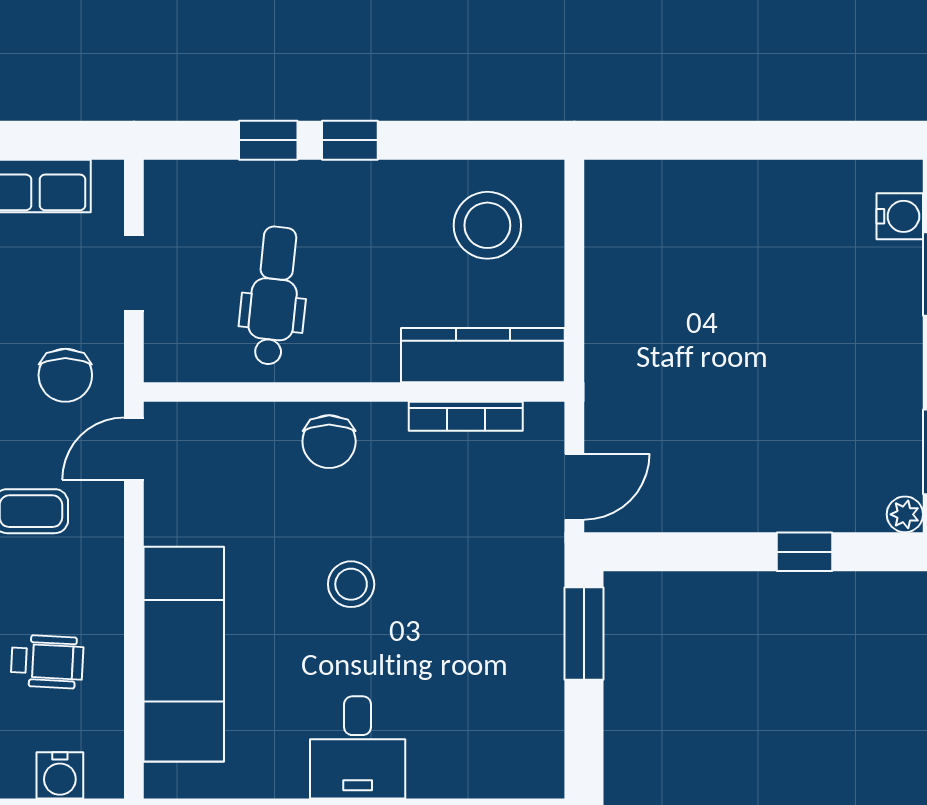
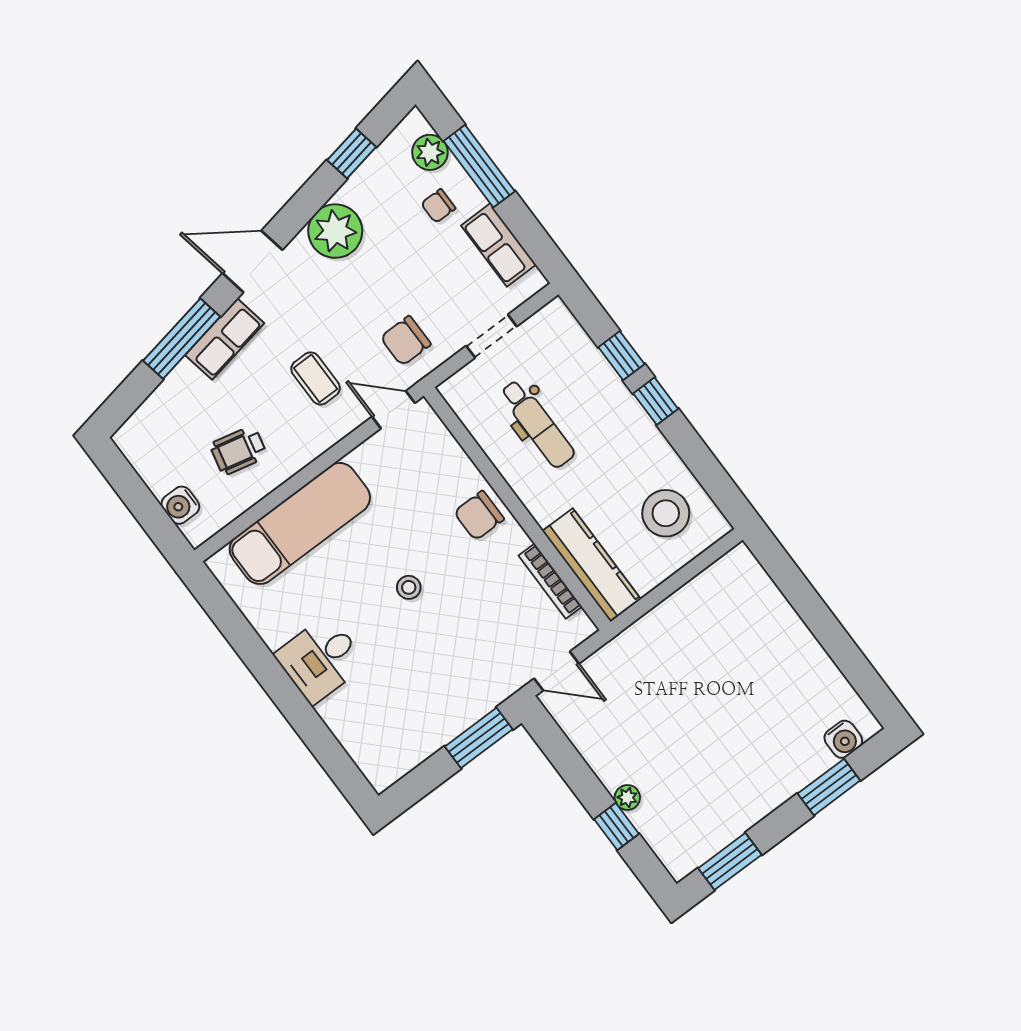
dental chair: (274, 296) -> (537, 424), turned 84
plant: (905, 514) -> (627, 797), moved
stool: (351, 584) -> (409, 587), width x0.73, depth x0.73
wheelchair: (47, 662) -> (238, 450), turned 100

